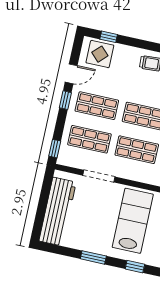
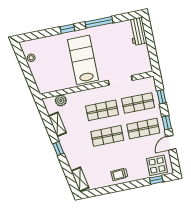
window: (55, 149) -> (161, 97), moved
workbench: (58, 212) -> (138, 31), width x0.53, depth x0.76
lab bench: (133, 221) -> (83, 60), turned 180
window: (93, 257) -> (99, 22), width x1.44

